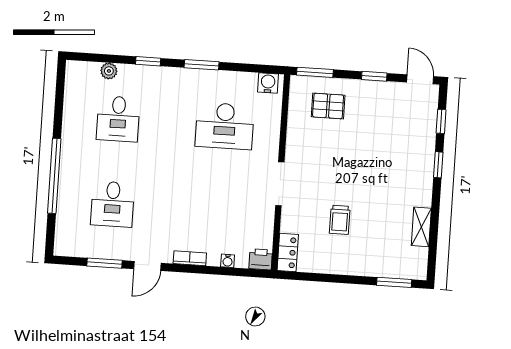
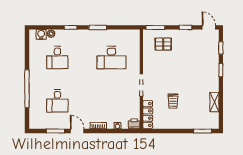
water cooler: (268, 83) -> (41, 34), moved
locker: (288, 252) -> (148, 114), width x1.53
door: (147, 266) -> (77, 131), swing flipped

